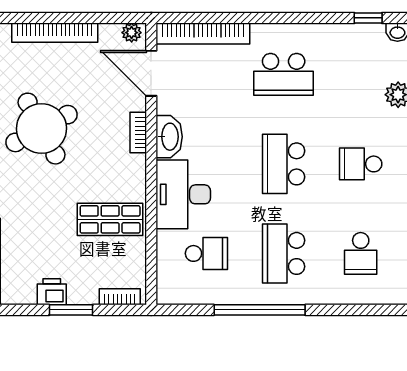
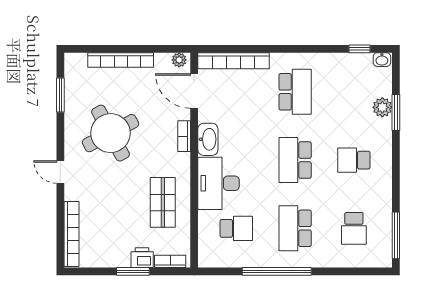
school desk: (284, 74) -> (295, 92), turned -90
shop shelf: (110, 219) -> (163, 202), turned 90
printer: (52, 292) -> (142, 258), moved

